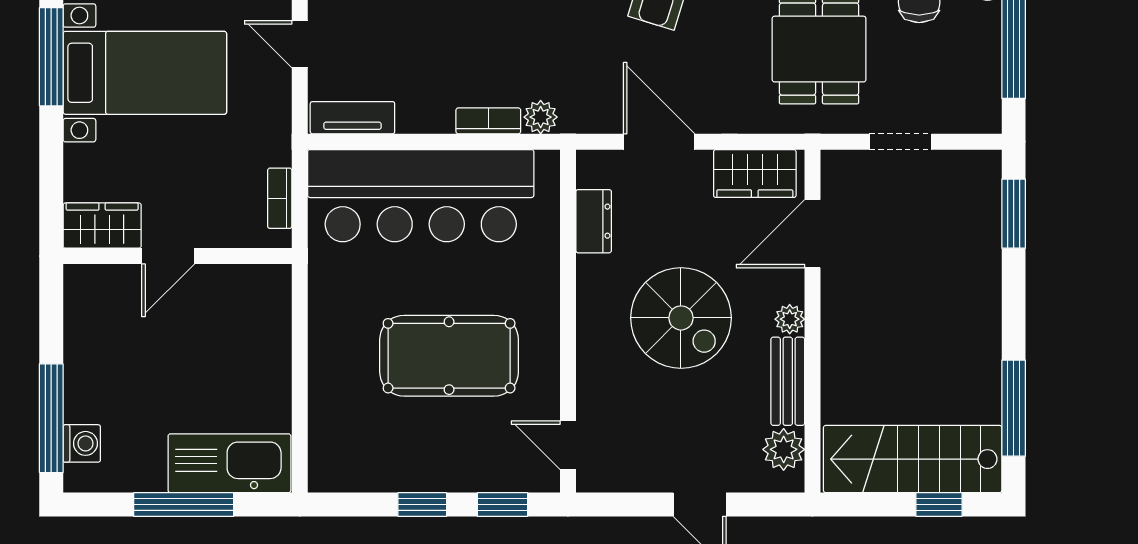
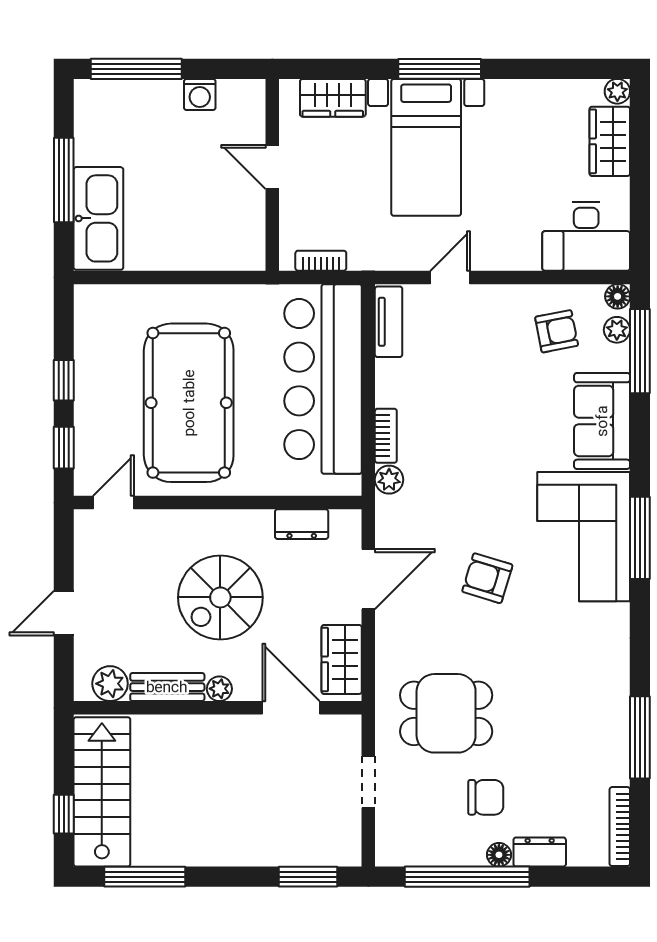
wardrobe: (102, 226) -> (333, 98), moved, turned 90
pool table: (449, 356) -> (189, 403), width x1.36, depth x1.32
washing machine: (82, 443) -> (200, 94), moved

